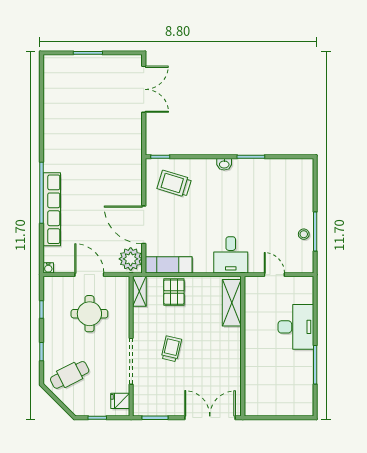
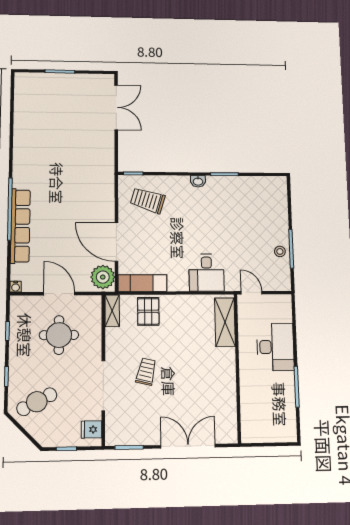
shelving: (232, 303) -> (225, 322), moved
wall: (243, 346) -> (237, 368), moved

